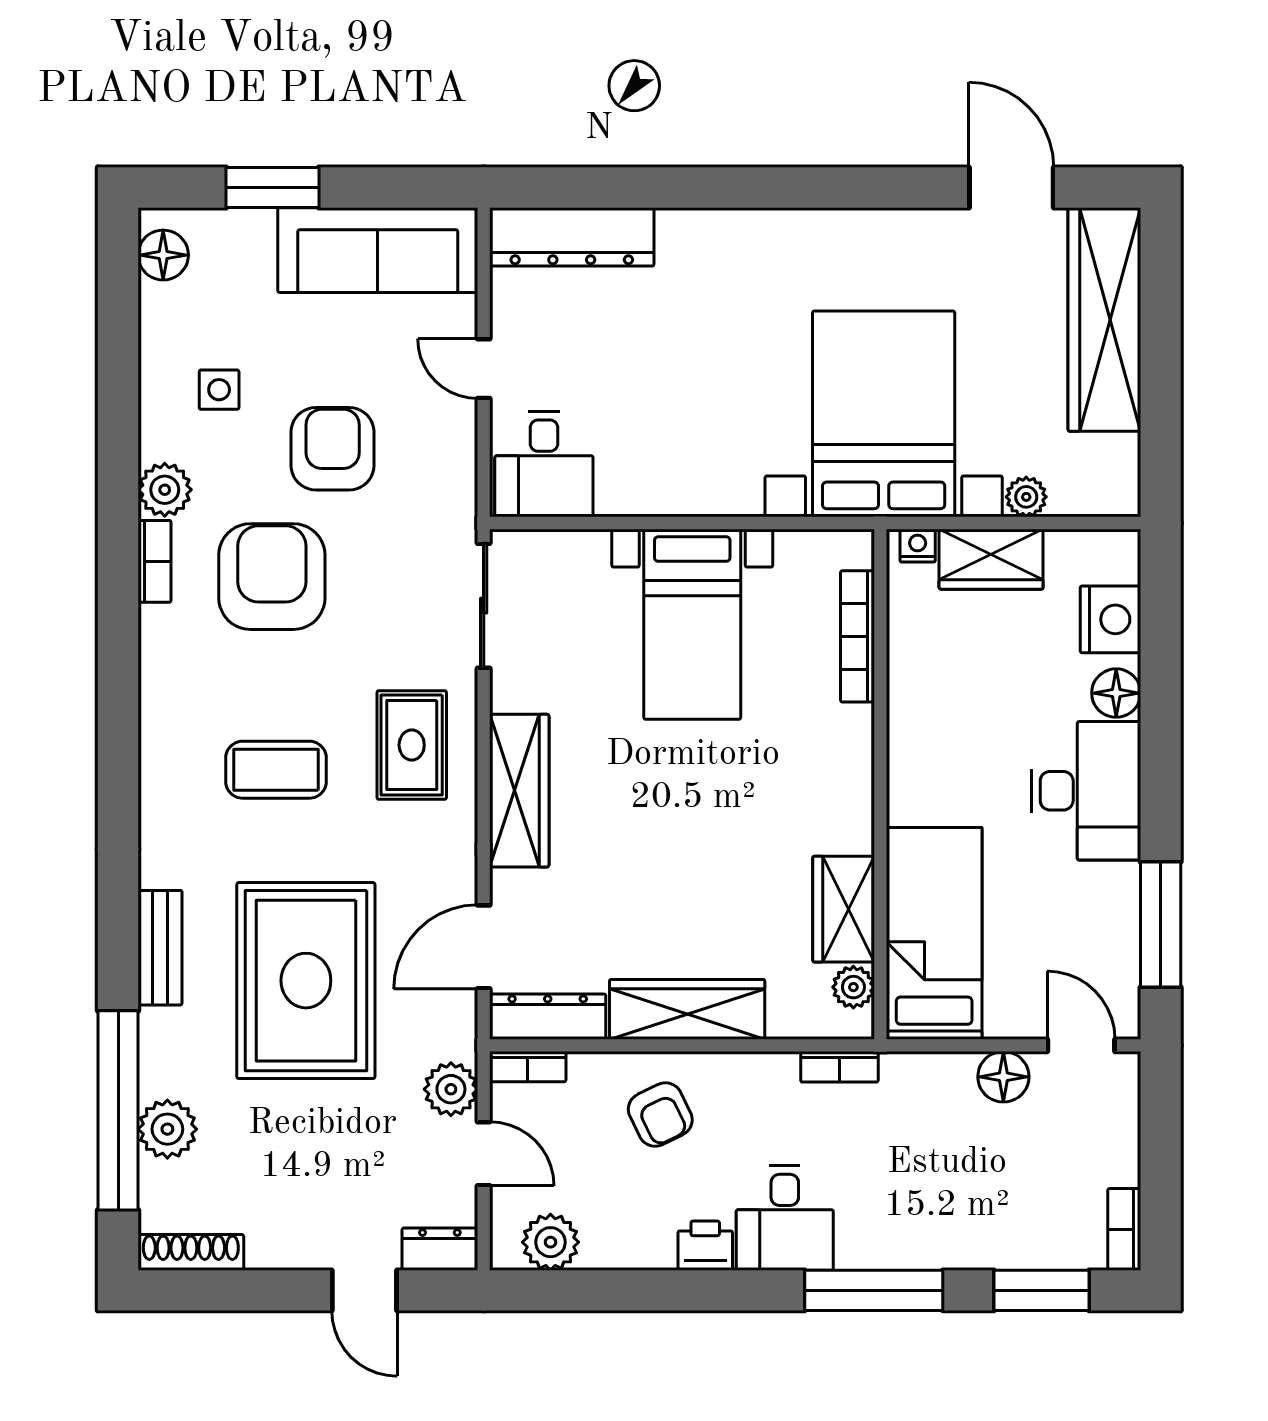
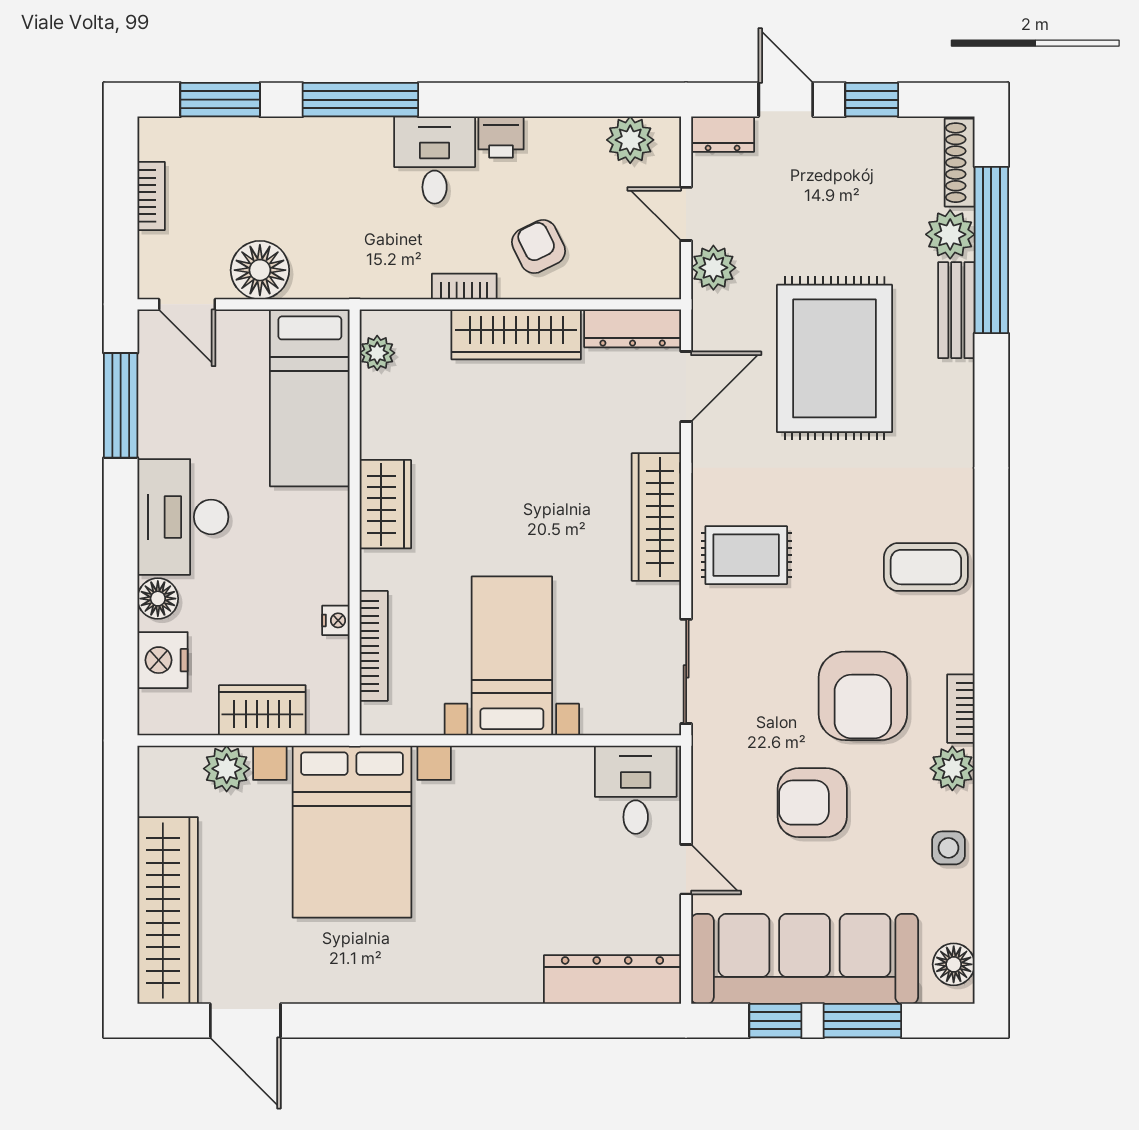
window: (377, 188) -> (775, 1021), added
sofa: (378, 250) -> (805, 959), width x1.36, depth x1.27
side table: (219, 390) -> (948, 848), moved
armchair: (333, 449) -> (812, 803), turned 90
plant: (1026, 497) -> (227, 769), width x1.38, depth x1.38
nightstand: (918, 546) -> (336, 620), moved, turned -90
rug: (412, 745) -> (746, 555), turned 90
coffee table: (276, 770) -> (926, 567), moved
wardrobe: (844, 909) -> (385, 504), moved
bench: (160, 948) -> (956, 310), moved
bookcase: (528, 1067) -> (649, 287), removed
bookcase: (839, 1067) -> (464, 286), moved
floor lamp: (1003, 1077) -> (260, 270), width x1.38, depth x1.38
bookcase: (1124, 1229) -> (151, 196), moved
shoe rack: (191, 1252) -> (960, 163), moved, turned 90
window: (261, 1290) -> (872, 100), added

